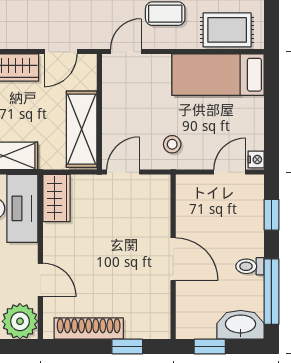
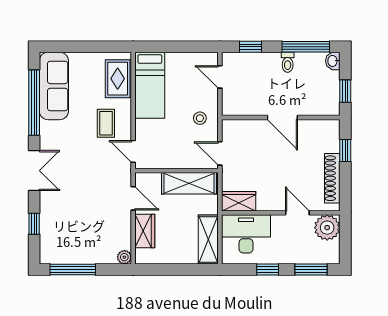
nightstand: (256, 159) -> (211, 58), removed
door: (173, 259) -> (282, 118), swing flipped
door: (40, 280) -> (297, 213), hinge flipped
washbasin: (241, 325) -> (333, 61), width x0.52, depth x0.69

